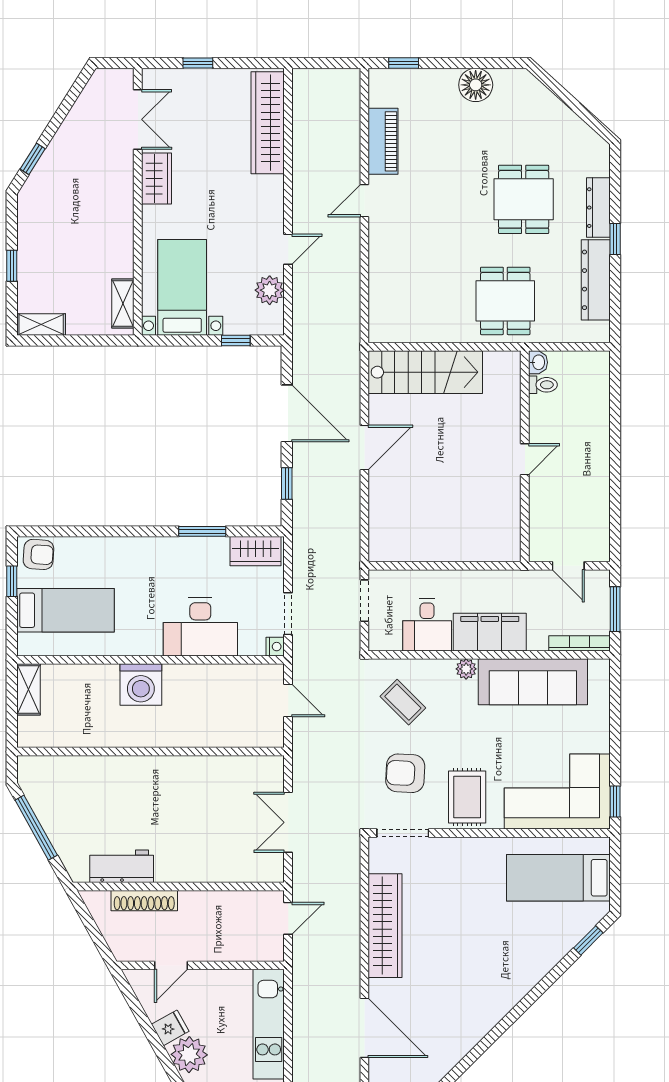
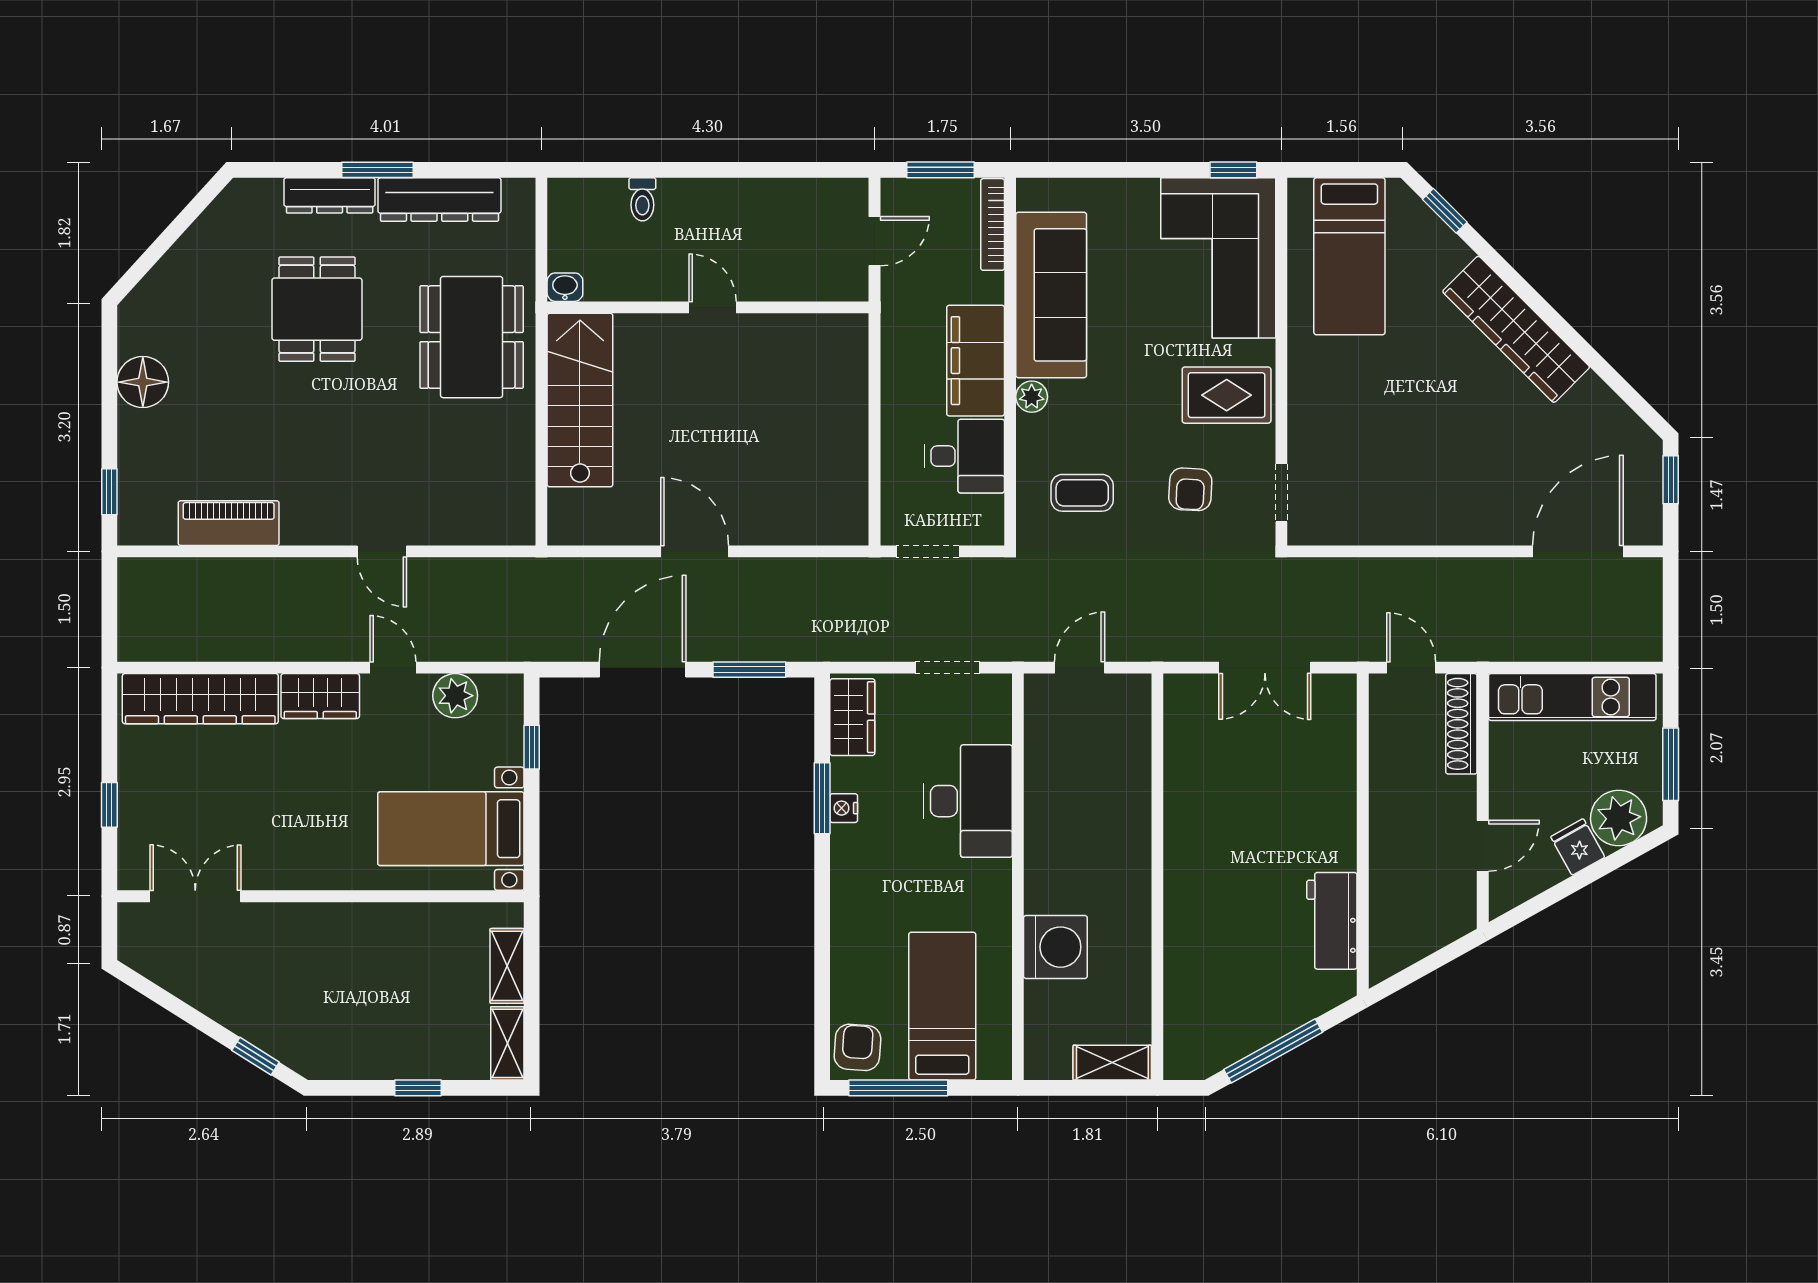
wardrobe: (157, 178) -> (320, 696), moved, turned 180
dining table: (524, 199) -> (317, 309), turned 90
door: (364, 201) -> (382, 551), moved
window: (615, 239) -> (378, 170), width x1.50
dining table: (505, 301) -> (472, 337), width x1.38
shelving: (123, 304) -> (507, 966), moved, turned 90
stairs: (425, 372) -> (580, 400), moved
toilet: (543, 385) -> (642, 199), moved, turned 180
window: (287, 483) -> (749, 670), width x1.50
window: (12, 581) -> (898, 1088), width x2.17
nightstand: (275, 647) -> (844, 808), moved, turned -90
washing machine: (141, 685) -> (1055, 947), moved
shelving: (28, 689) -> (1112, 1063), moved
coffee table: (403, 702) -> (1082, 493), turned 45
armchair: (405, 773) -> (1190, 489), width x0.72, depth x0.72
doorway: (403, 833) -> (1281, 493), width x0.73
shoe rack: (144, 901) -> (1461, 724), moved, turned 180
wardrobe: (385, 926) -> (1516, 329), moved, turned -135
door: (171, 965) -> (1483, 846), hinge flipped

